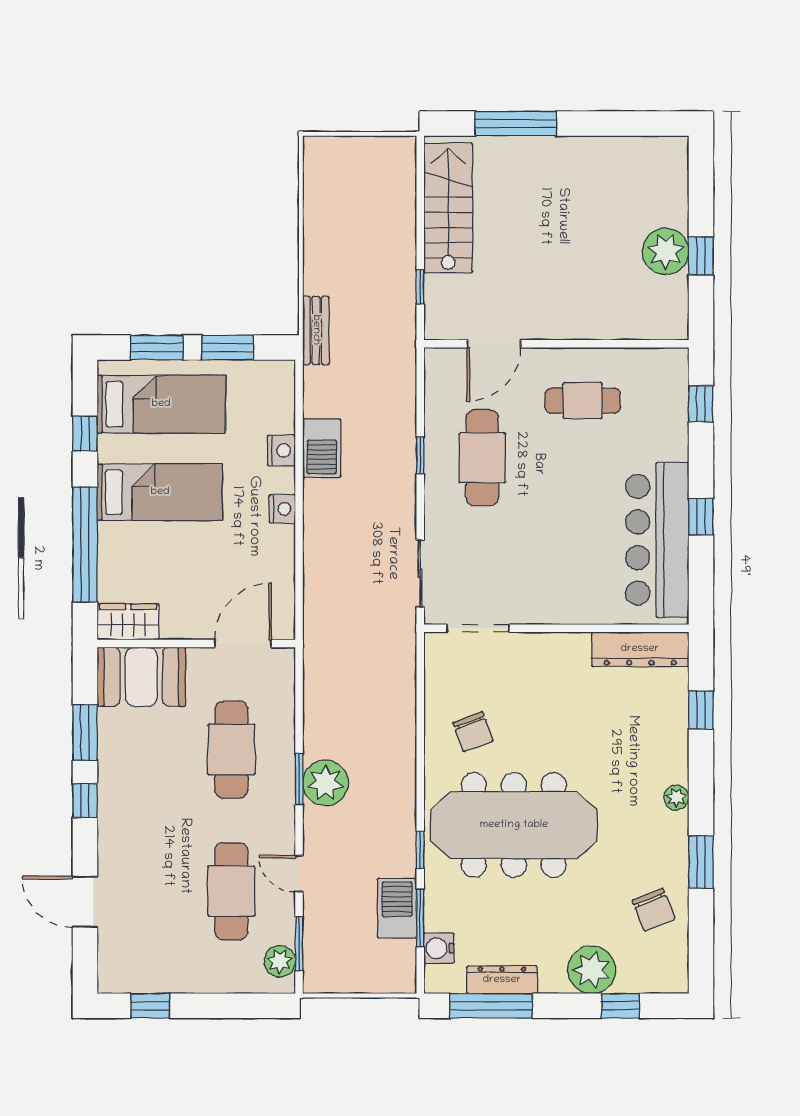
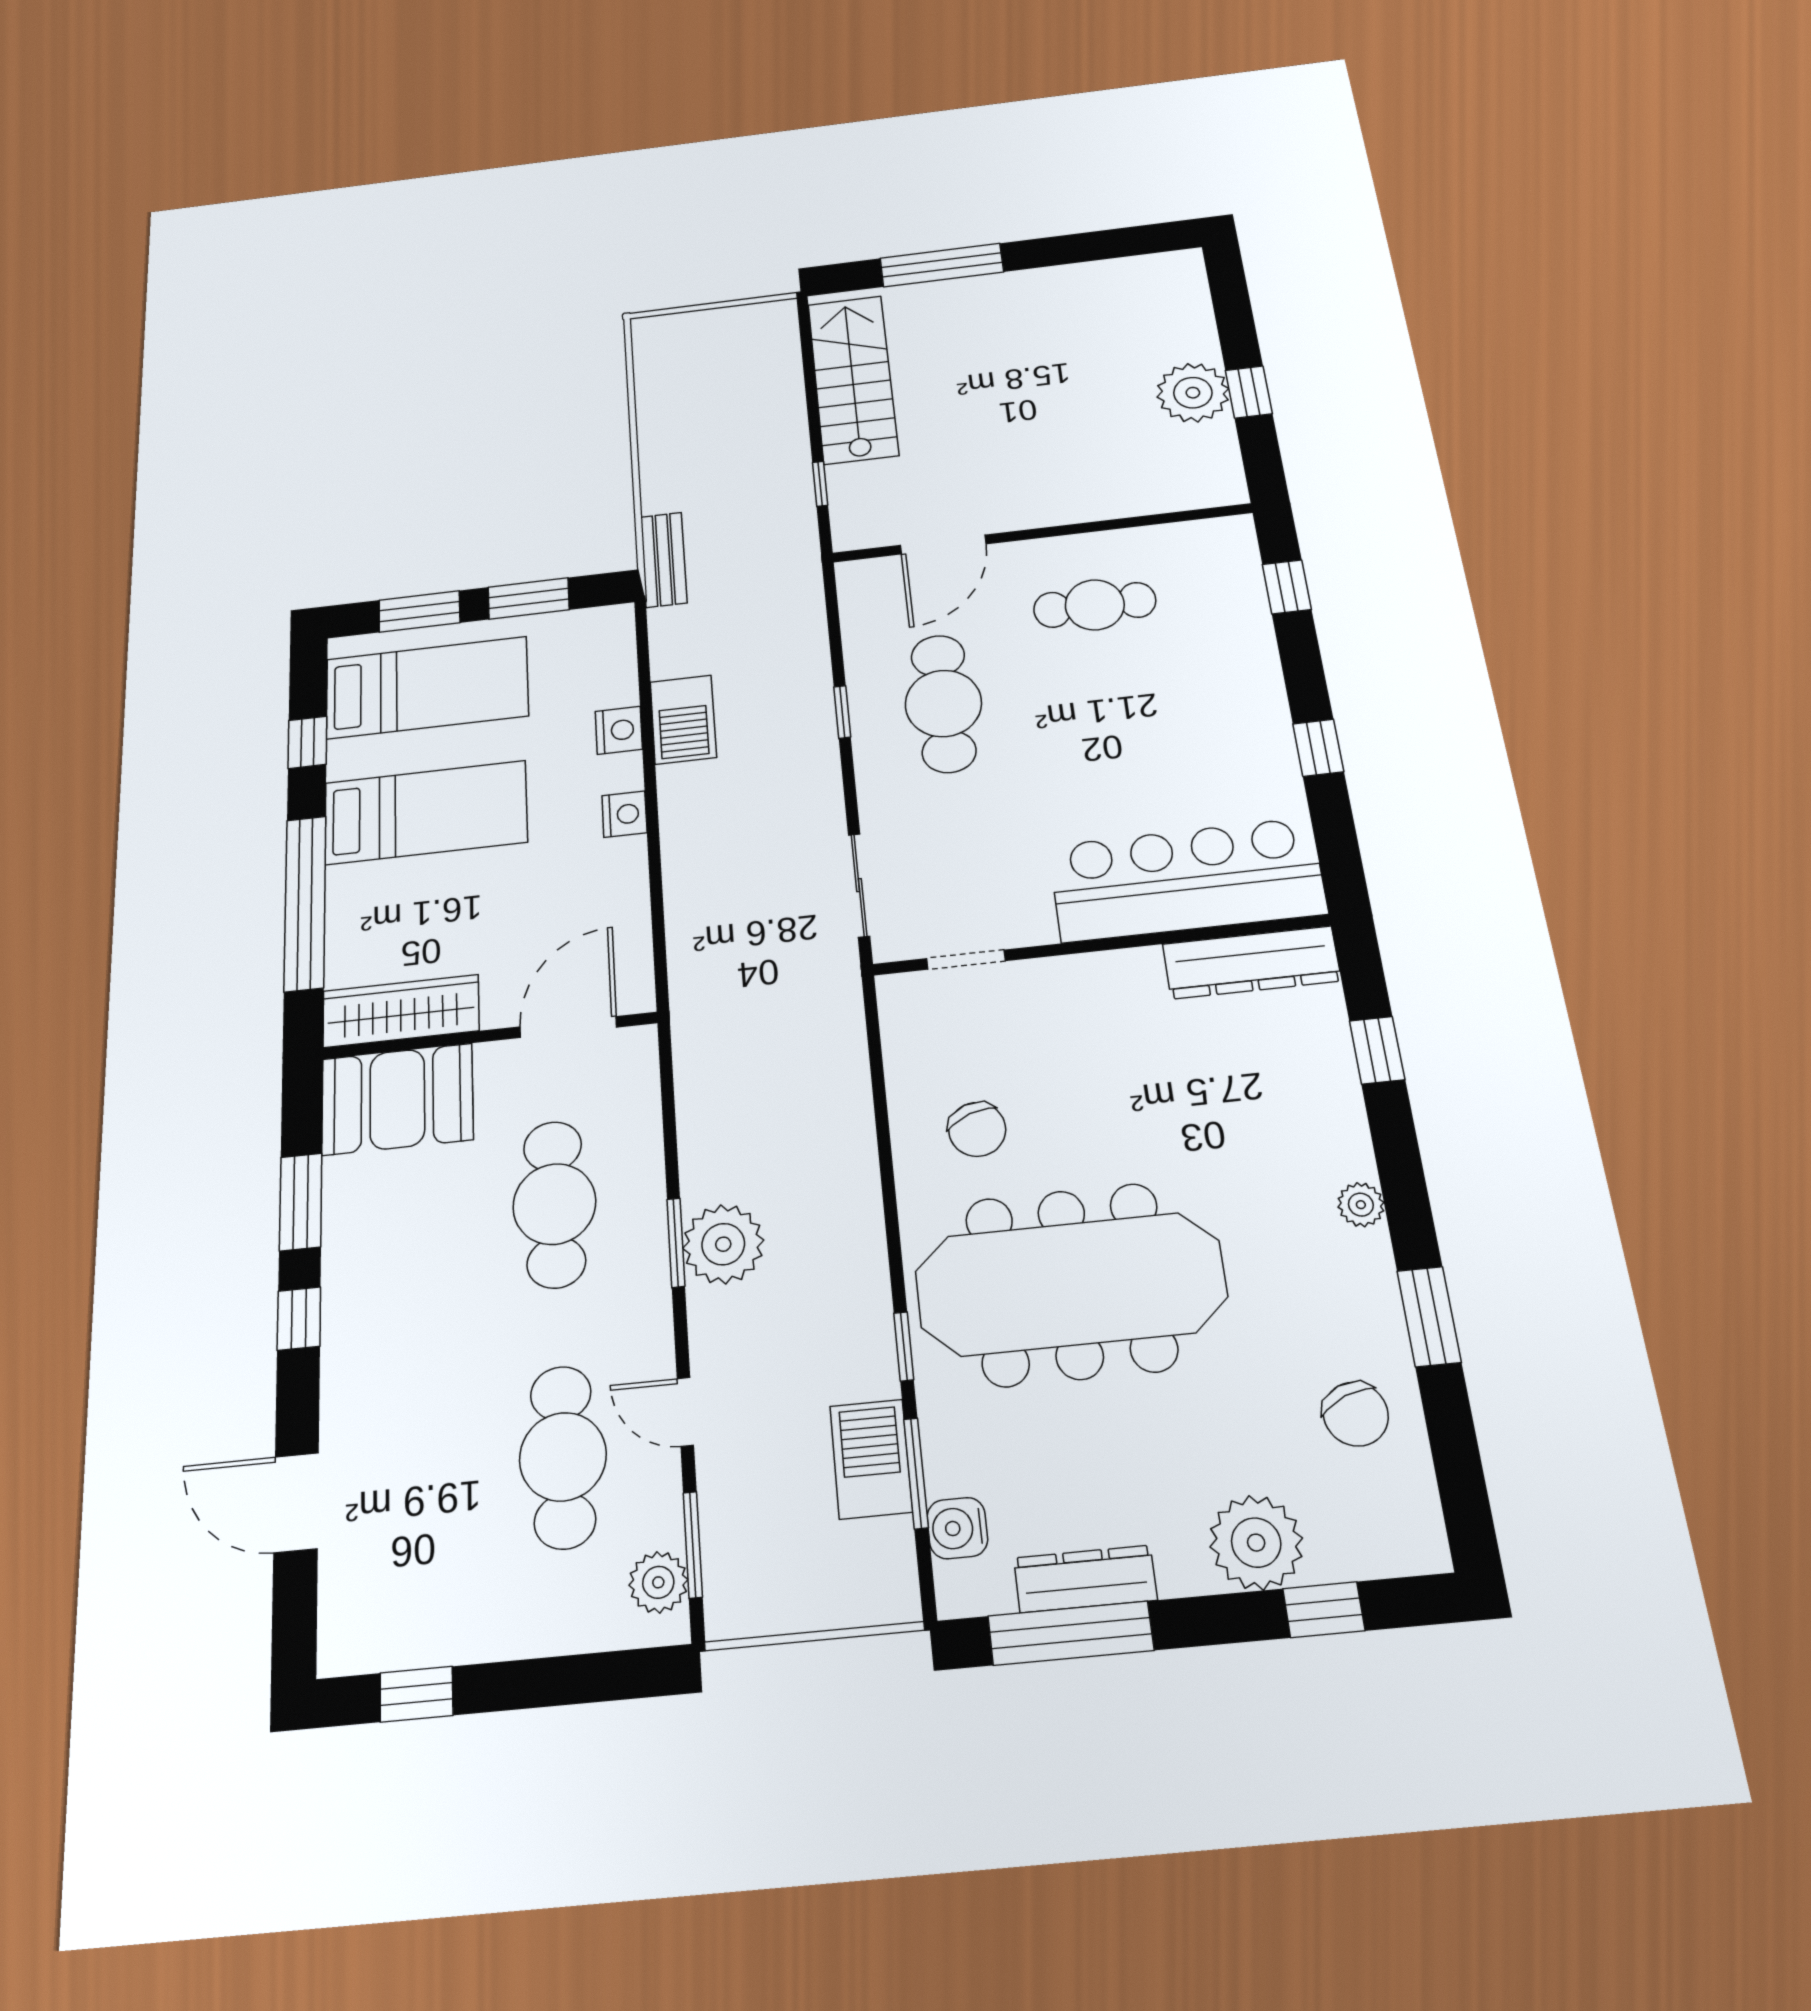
bar counter: (657, 540) -> (1187, 880), moved, turned 90
wardrobe: (128, 622) -> (401, 1011), width x1.50
doorway: (478, 628) -> (966, 960), width x0.73

